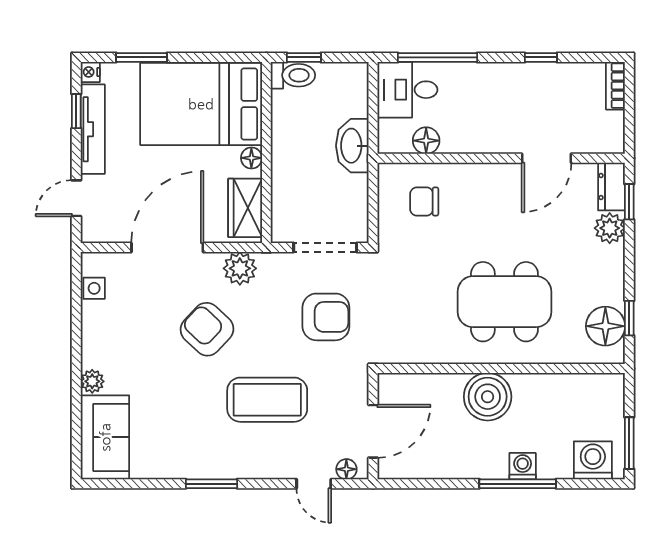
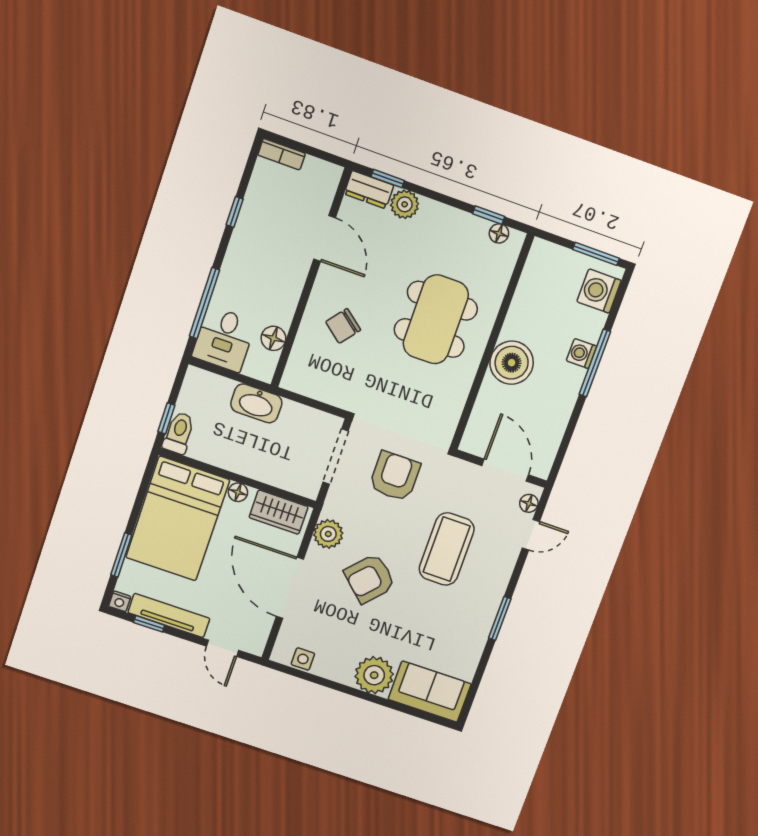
chair: (424, 202) -> (343, 326), moved, turned 39
floor lamp: (605, 326) -> (499, 233), width x0.53, depth x0.53
plant: (92, 381) -> (374, 675), width x1.87, depth x1.87

